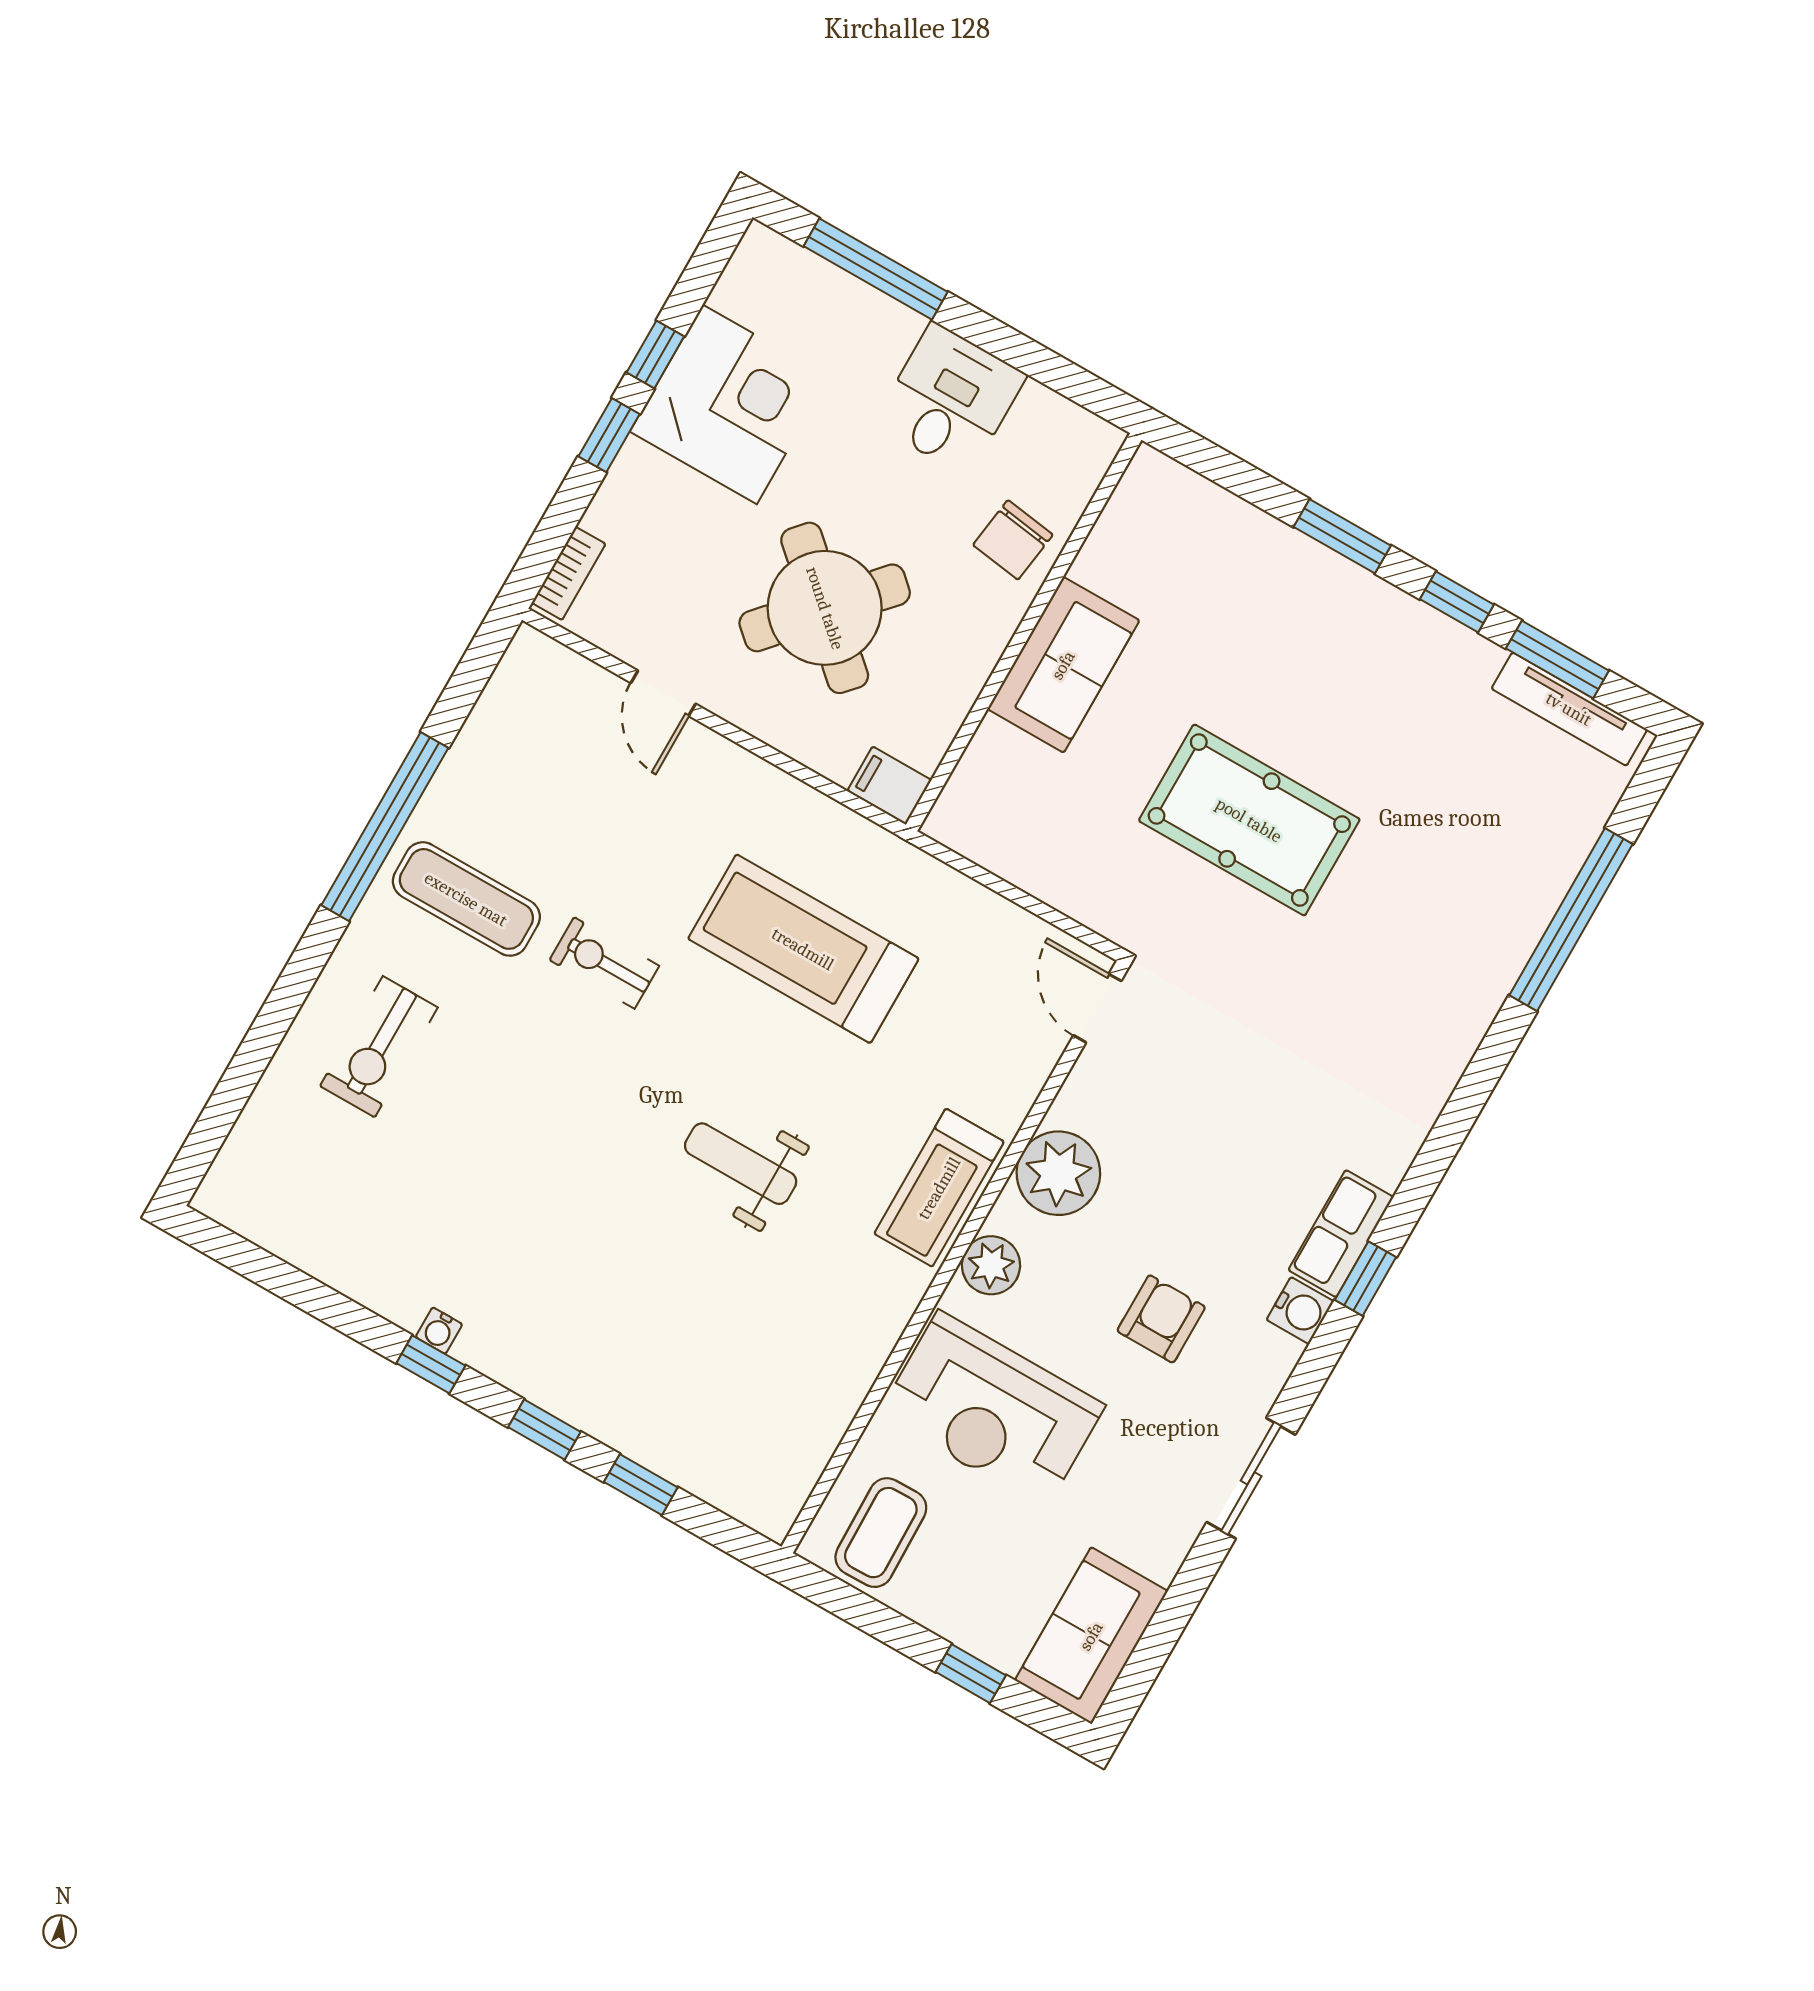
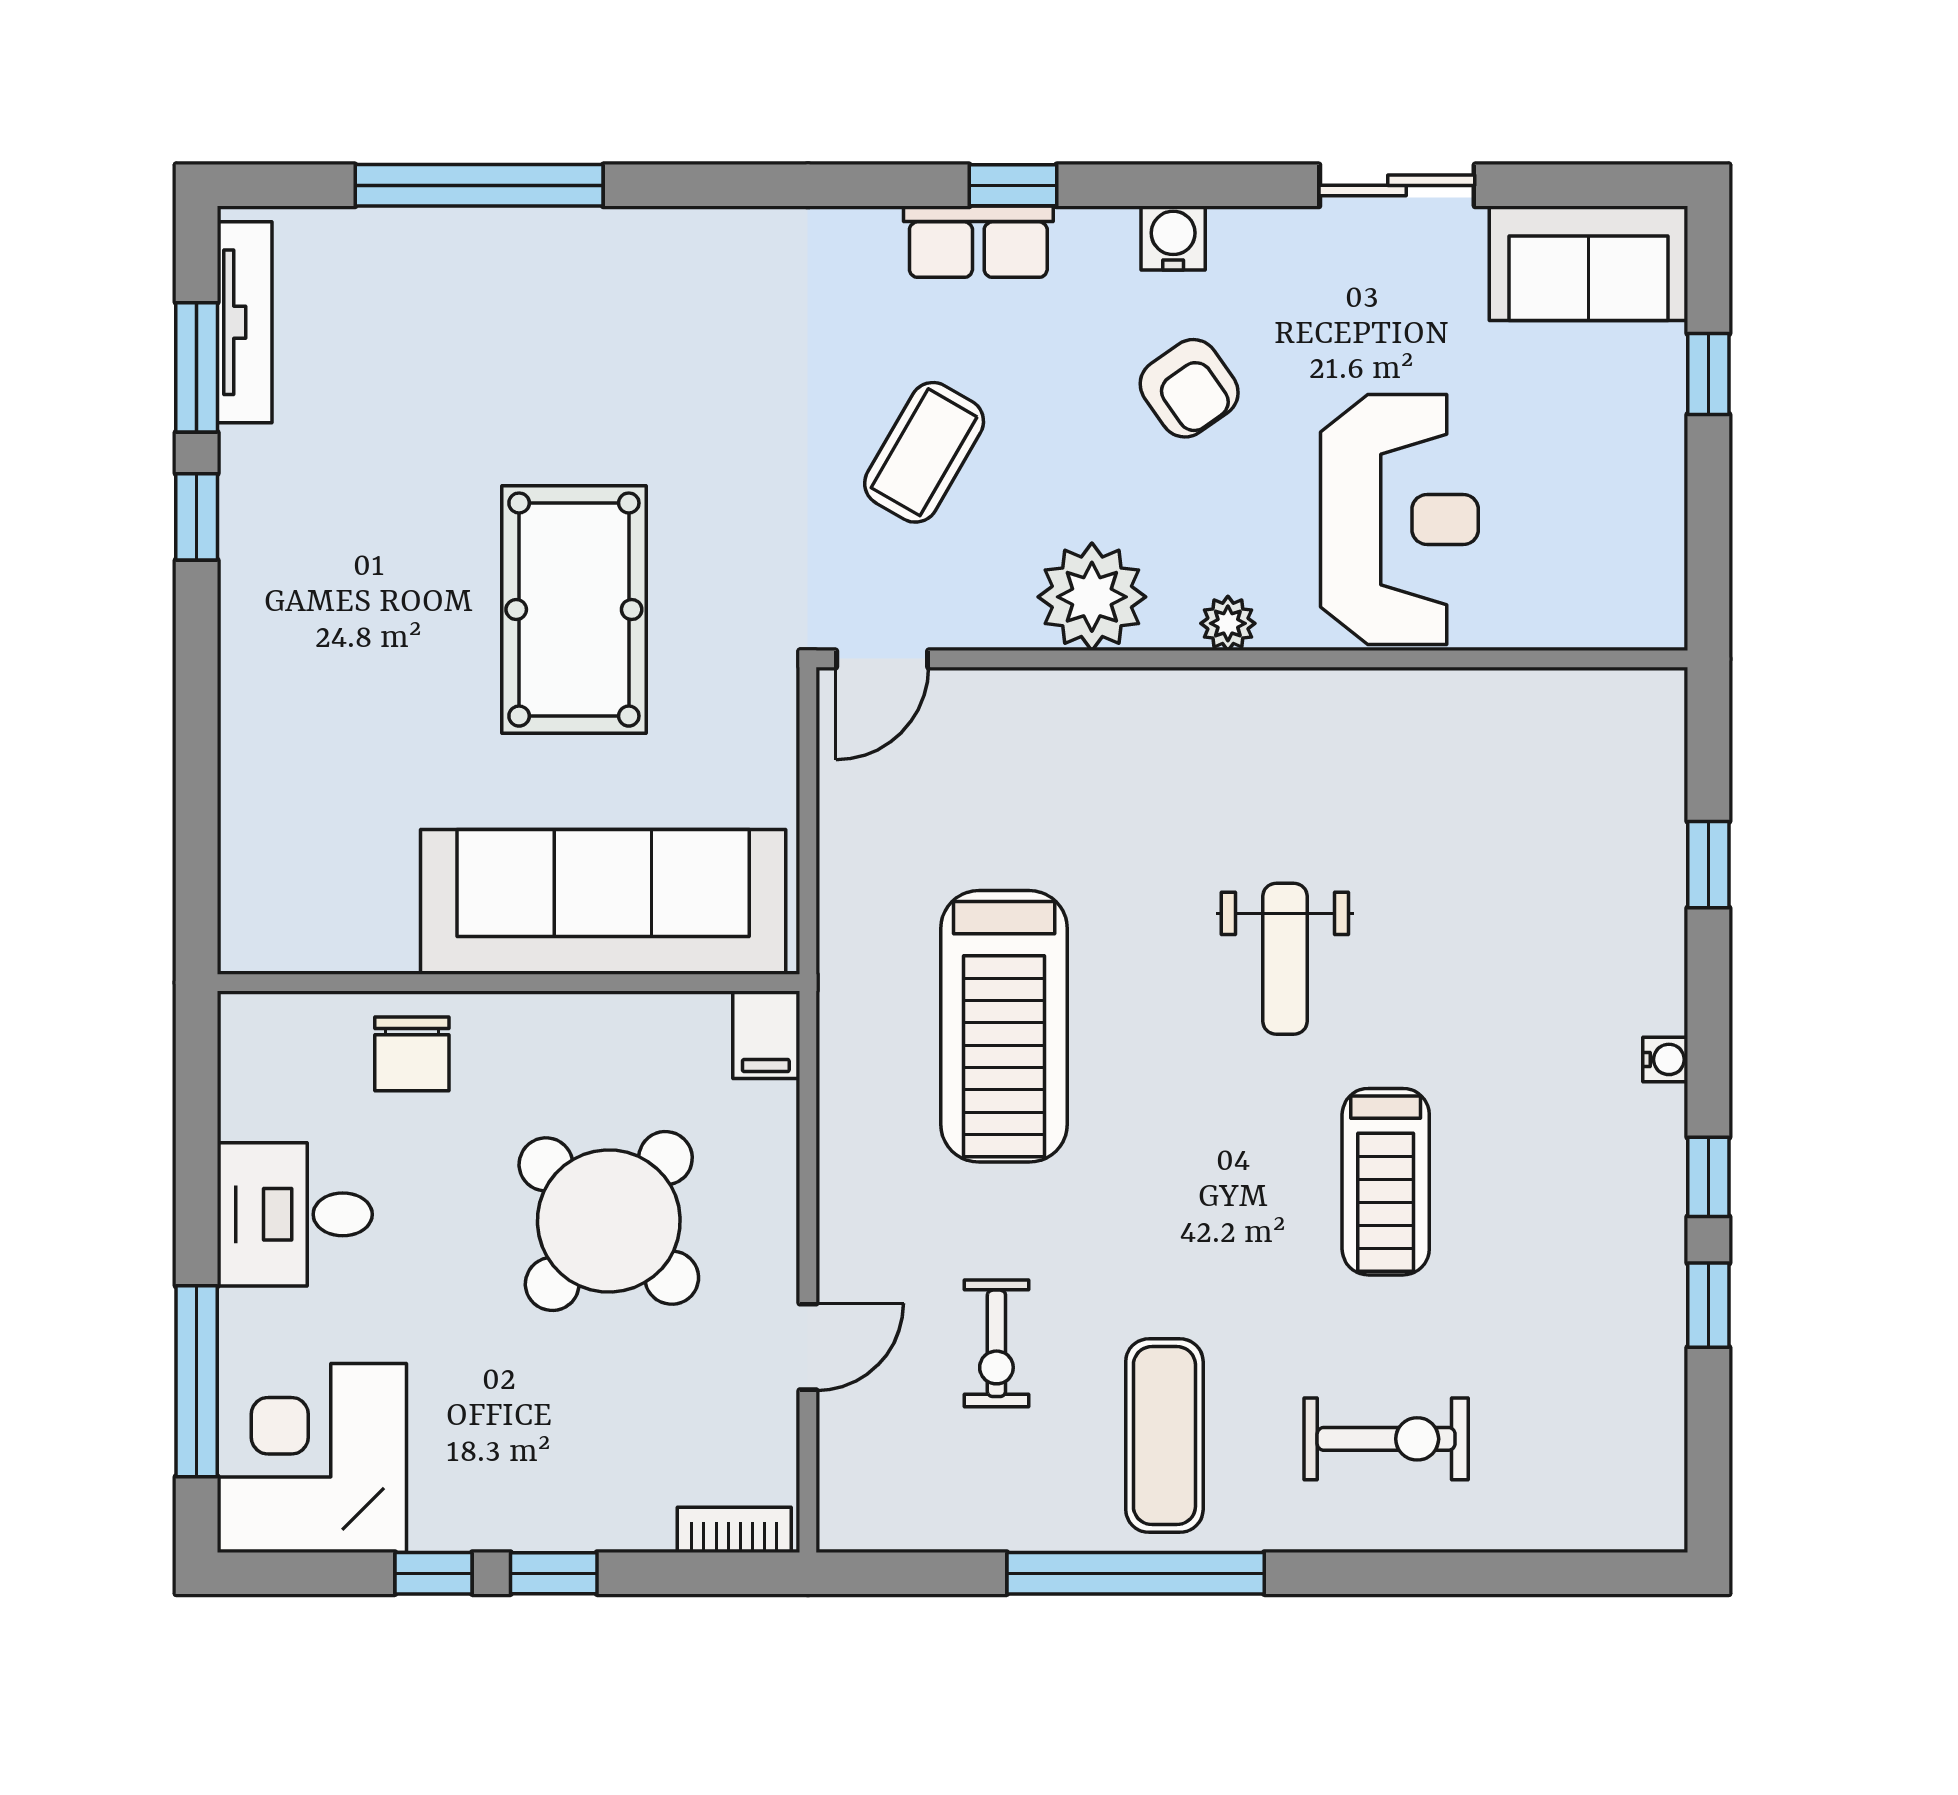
corner desk: (730, 404) -> (312, 1458), moved
window: (1342, 536) -> (197, 687), removed
chair: (1013, 540) -> (412, 1054), turned 82
sofa: (1063, 665) -> (603, 902), width x1.85, depth x1.27
exercise bike: (604, 963) -> (996, 1343), moved
treadmill: (939, 1188) -> (1386, 1182), moved, turned 90
plant: (991, 1265) -> (1228, 623), width x0.73, depth x0.73
water cooler: (1300, 1311) -> (1173, 238), moved
armchair: (1161, 1319) -> (1189, 388), turned -125
water cooler: (439, 1331) -> (1665, 1059), moved
window: (544, 1429) -> (1708, 1305), moved
sliding door: (1251, 1478) -> (1397, 185), moved
coffee table: (881, 1533) -> (924, 452), moved, turned -59

